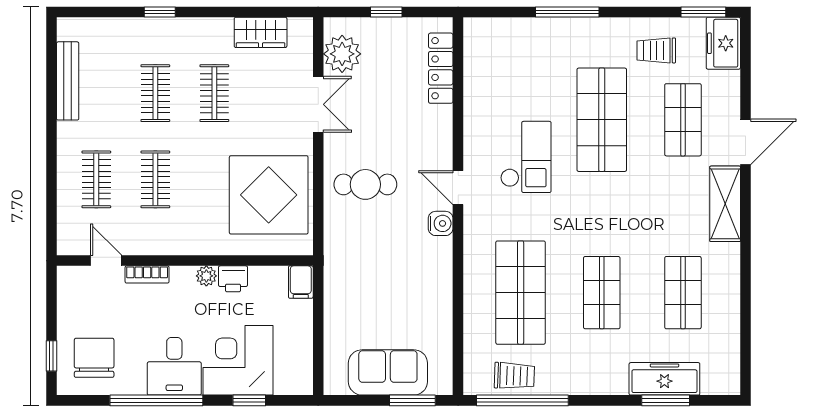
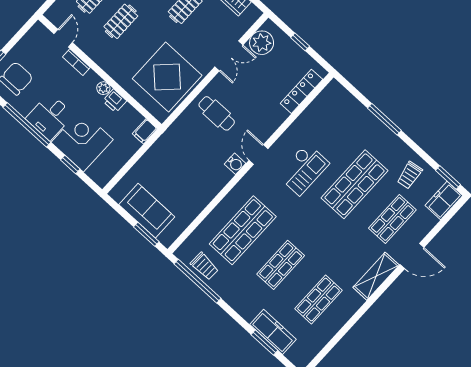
trolley: (656, 50) -> (410, 175), turned -99

